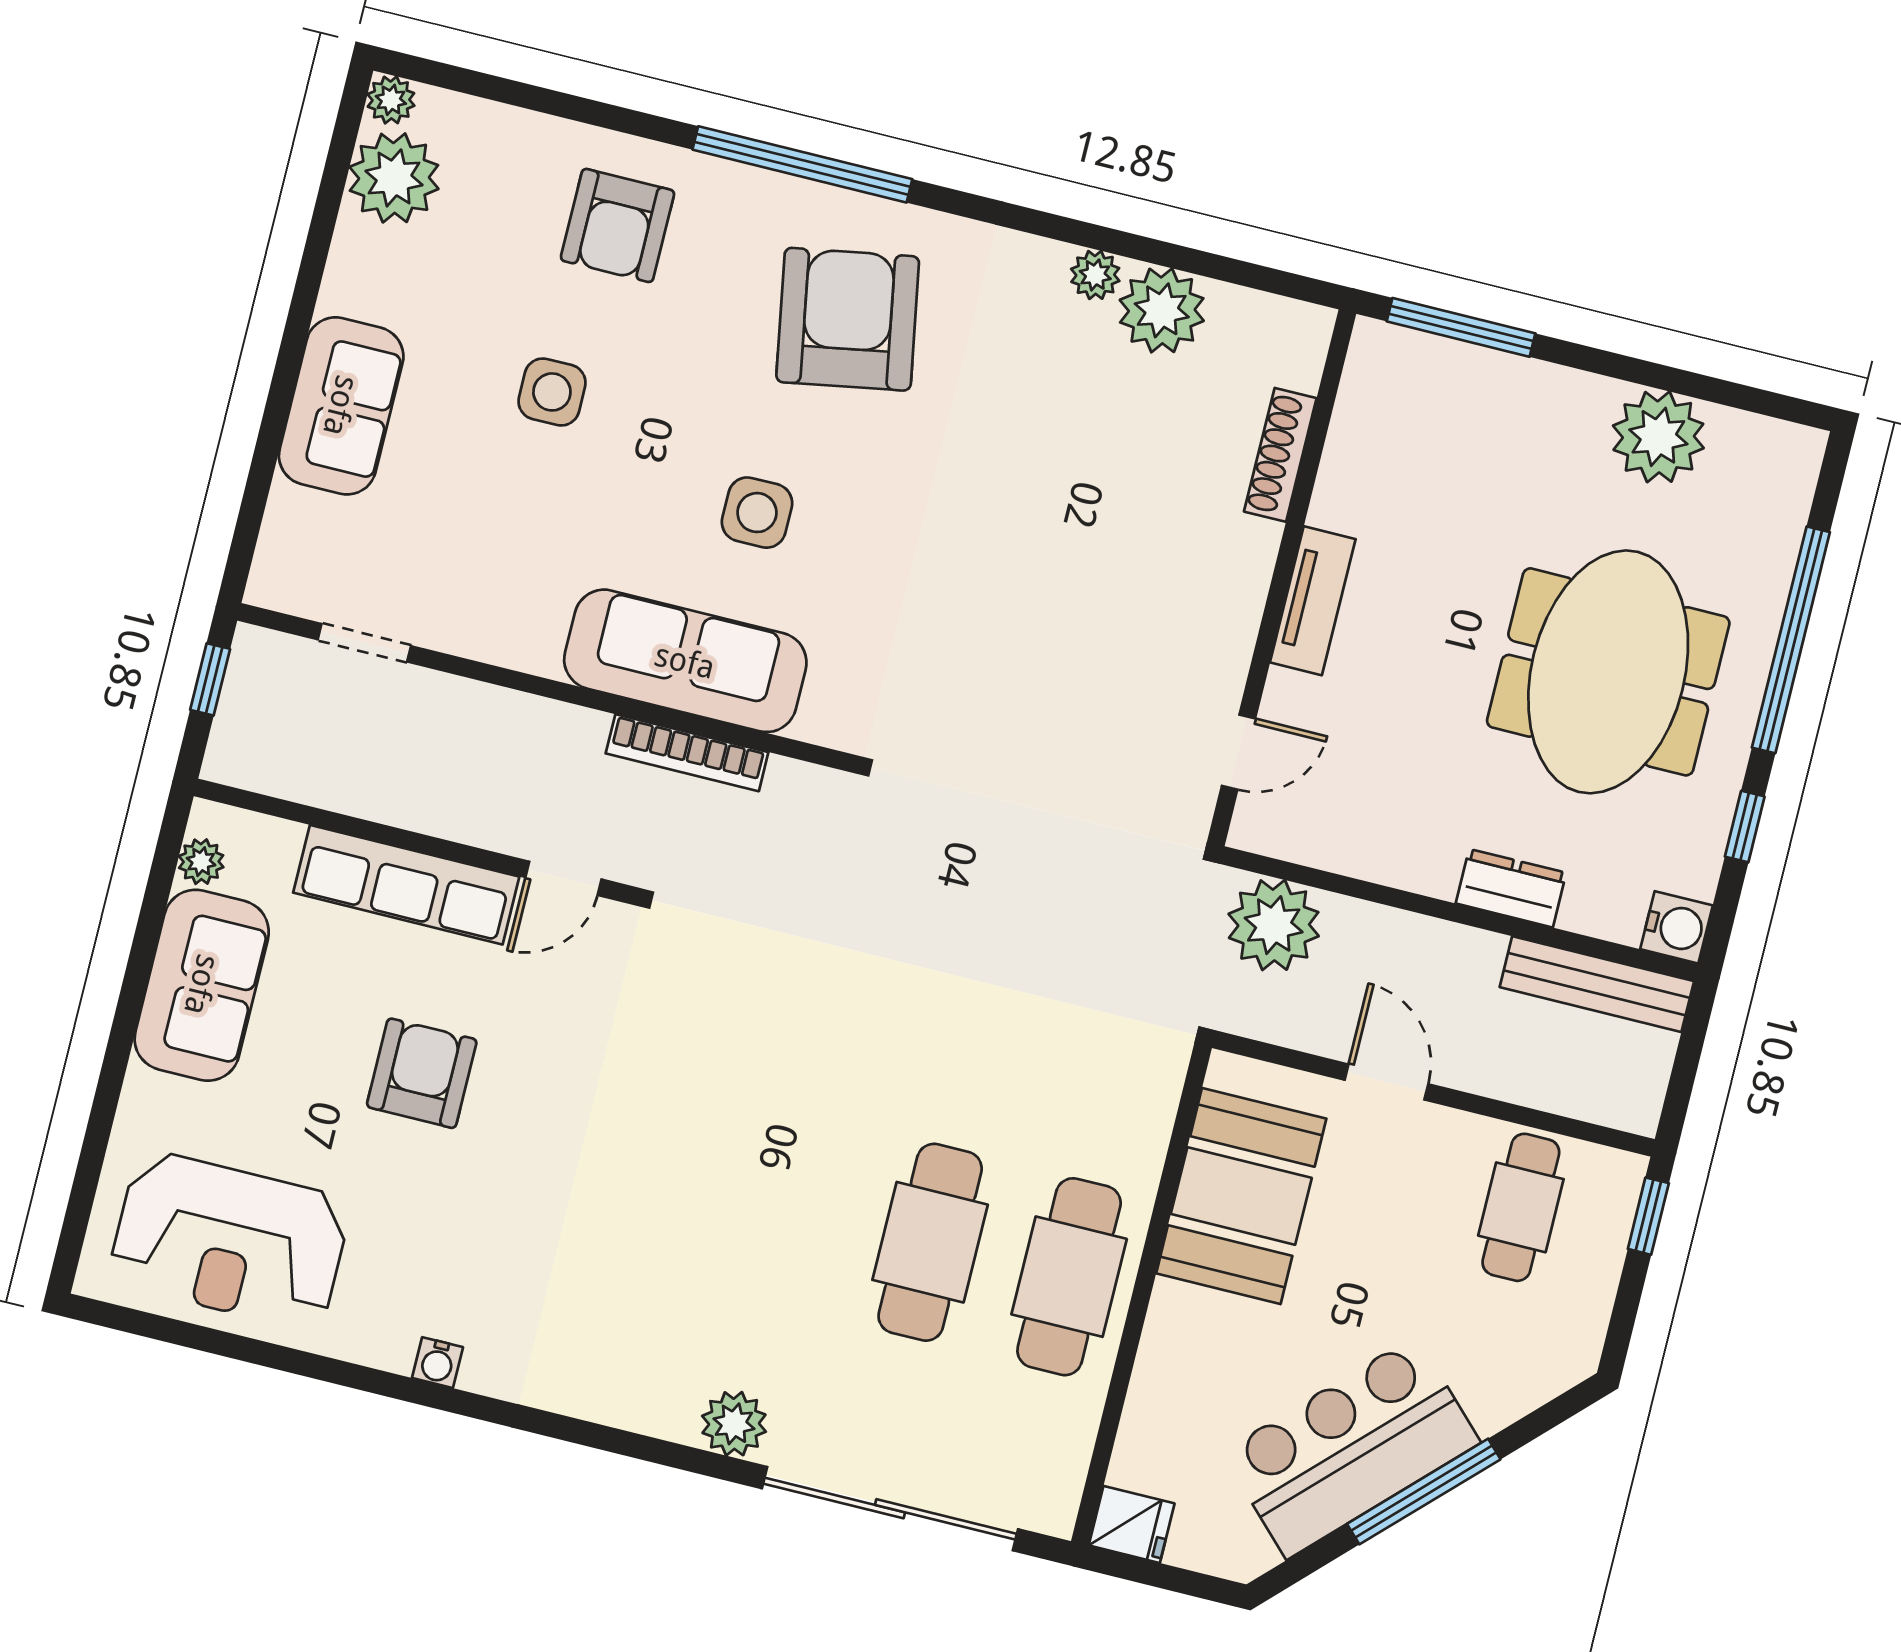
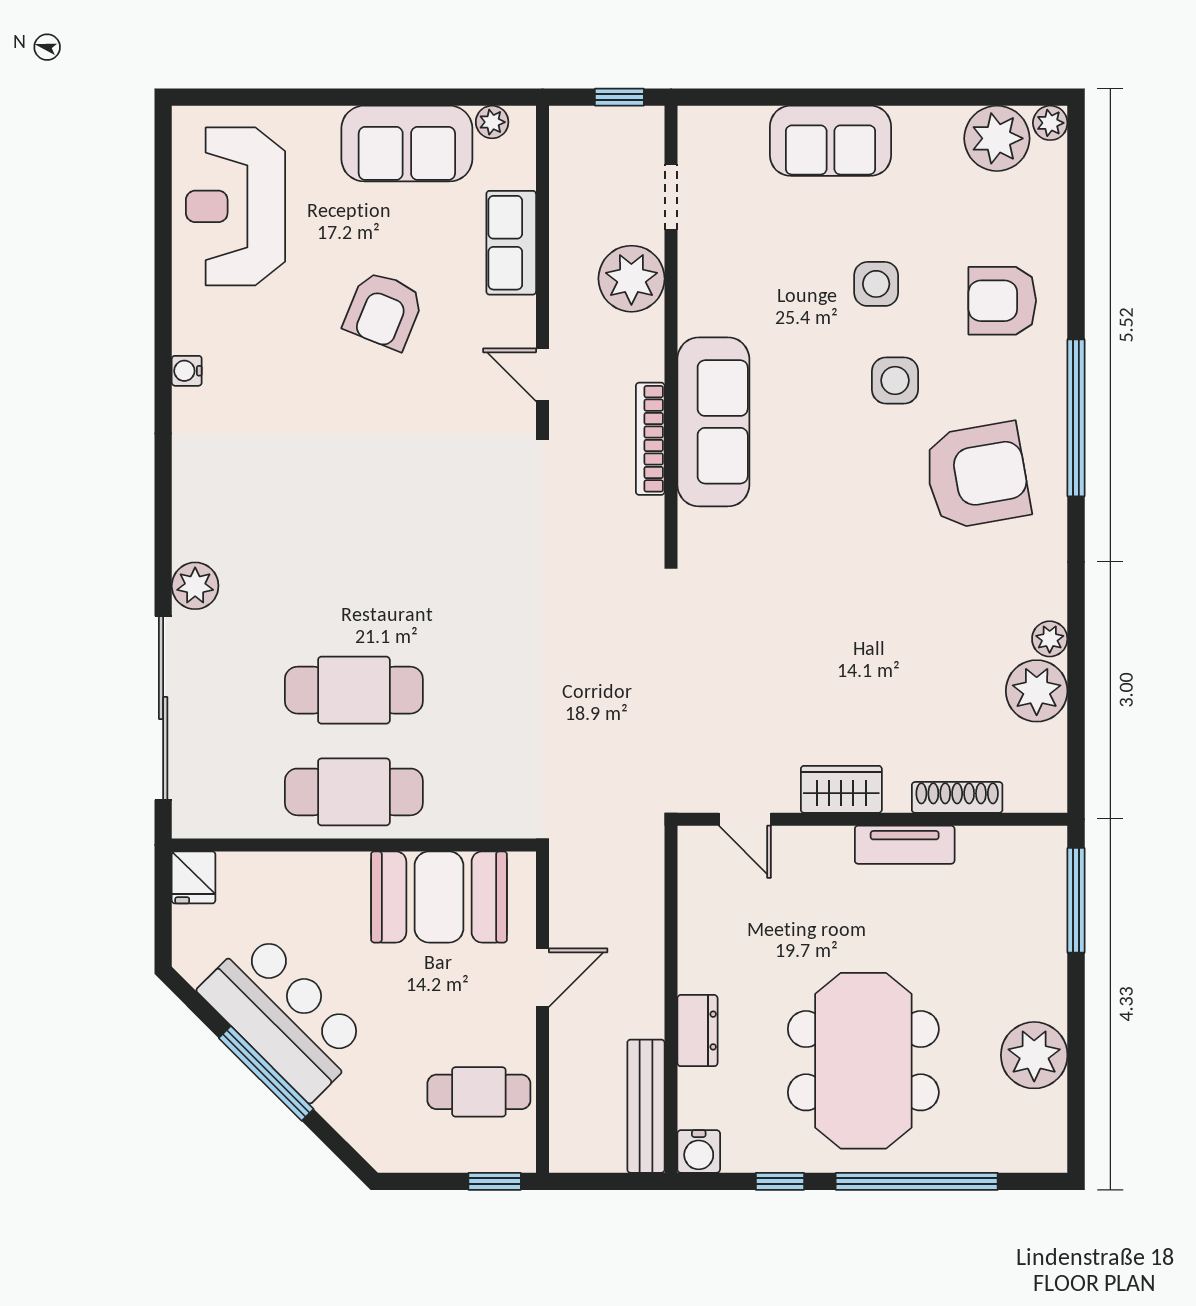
side table: (757, 513) -> (895, 380), moved
tv unit: (1313, 601) -> (905, 845), moved
wardrobe: (1230, 610) -> (841, 789), added
meeting table: (1608, 672) -> (863, 1061), turned 90
row of seats: (406, 885) -> (511, 243), width x0.68
plant: (1274, 925) -> (631, 279), moved
armchair: (422, 1073) -> (384, 310), turned 112

